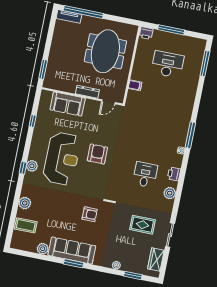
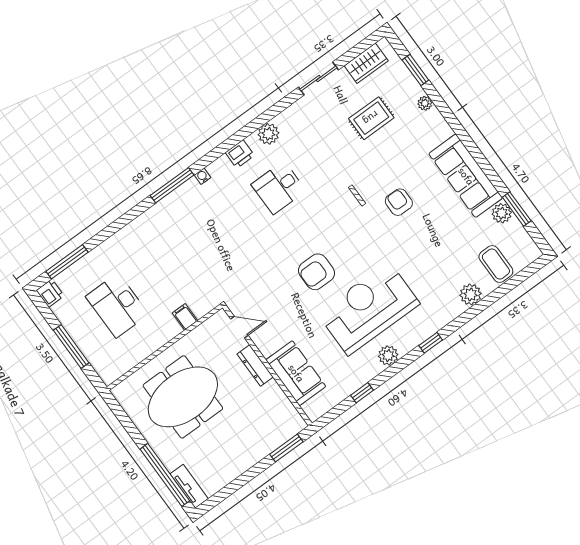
printer: (146, 33) -> (50, 293), moved
plant: (32, 166) -> (388, 355), moved
rug: (142, 225) -> (371, 118), moved, turned 90
window: (74, 263) -> (517, 209), moved

